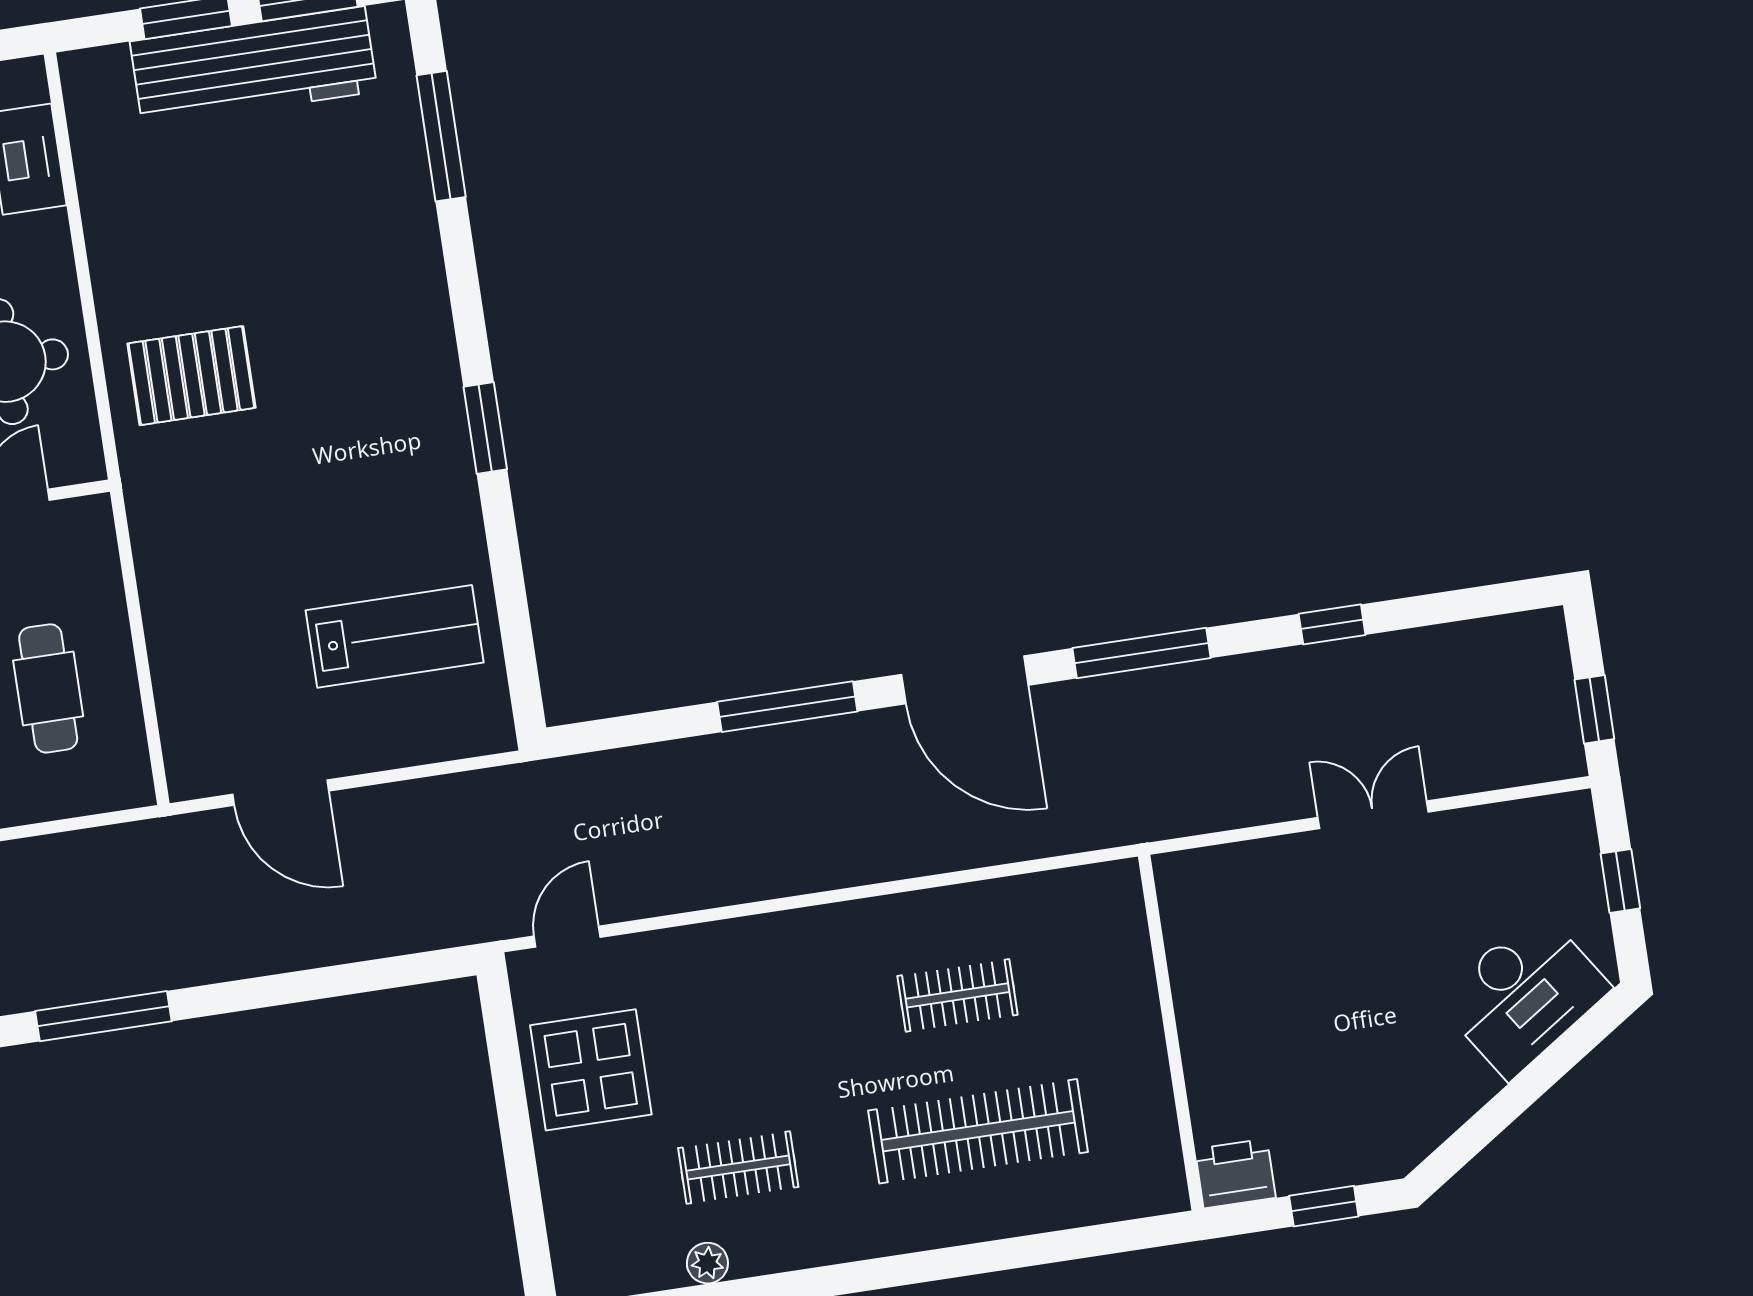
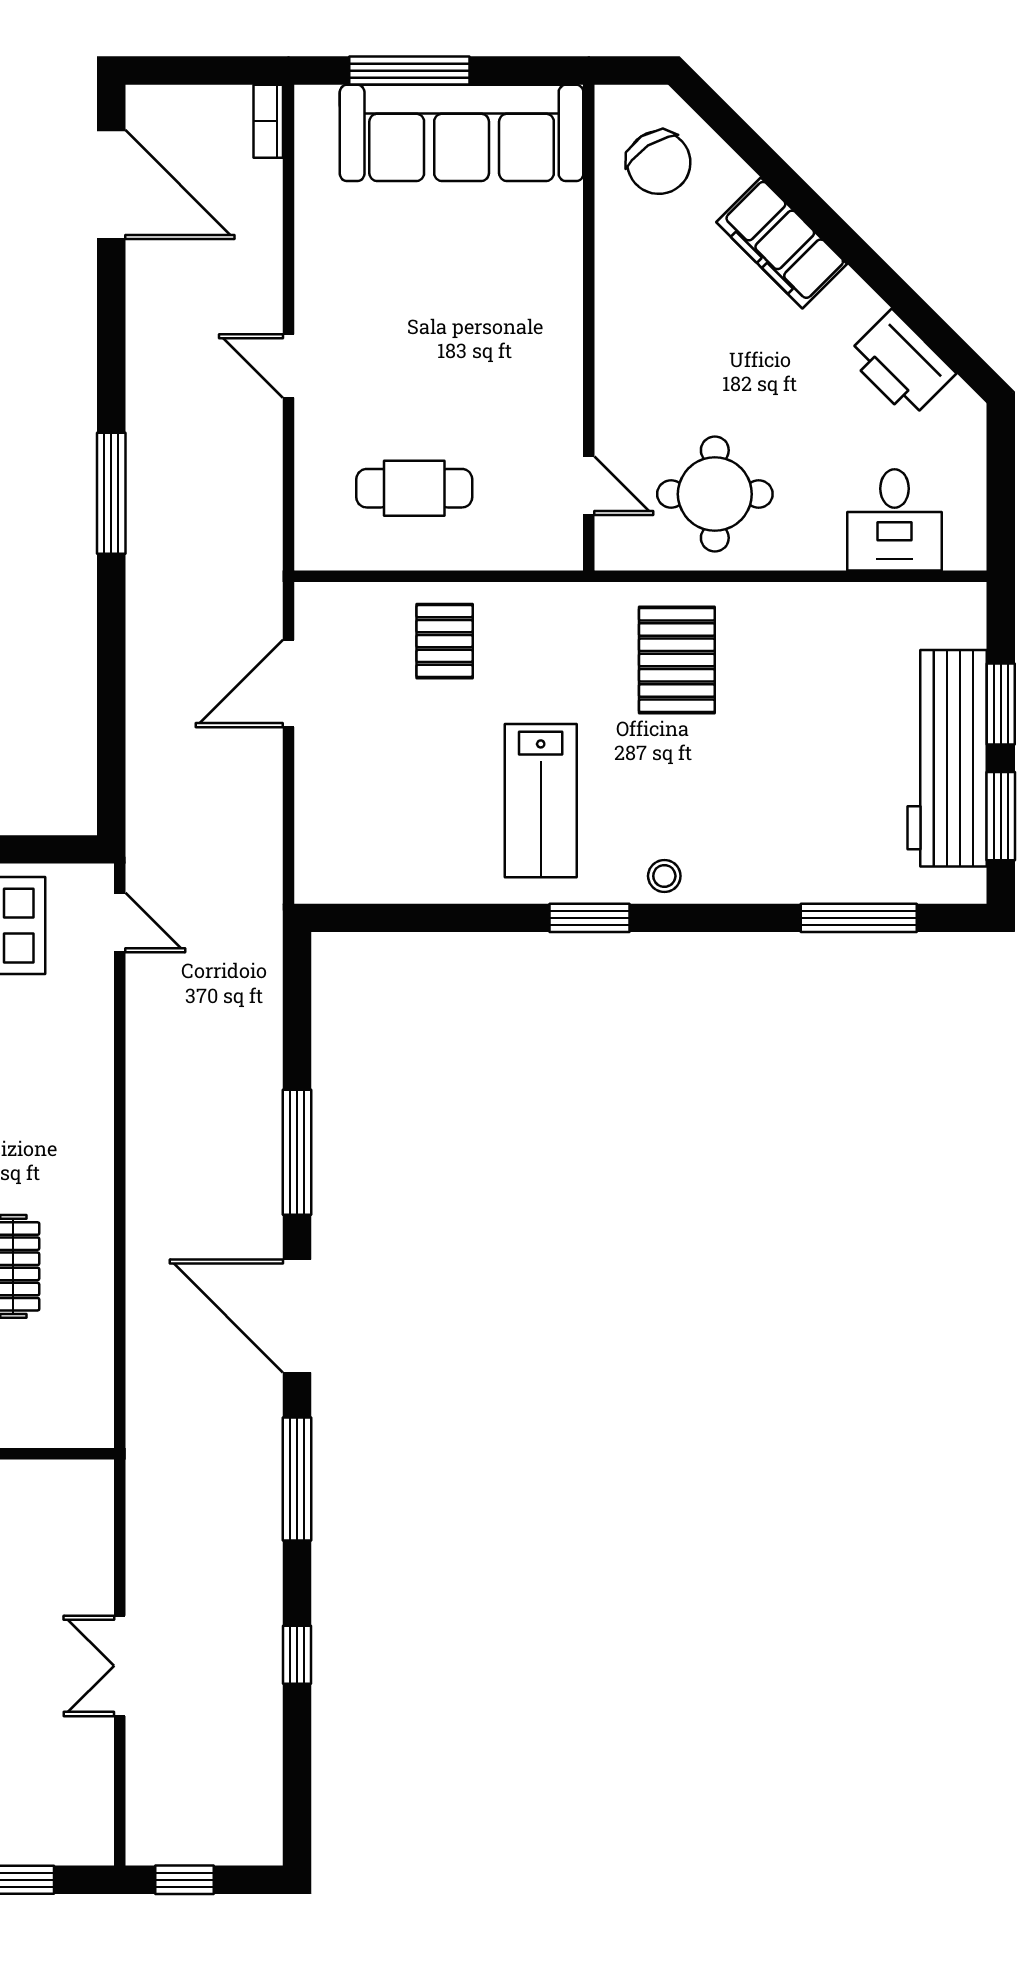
stool: (428, 354) -> (664, 876), added
pallet: (209, 631) -> (445, 641), added
lab bench: (395, 636) -> (541, 801), moved
door: (965, 680) -> (297, 1316), hinge flipped
double door: (1373, 815) -> (120, 1666), swing flipped

